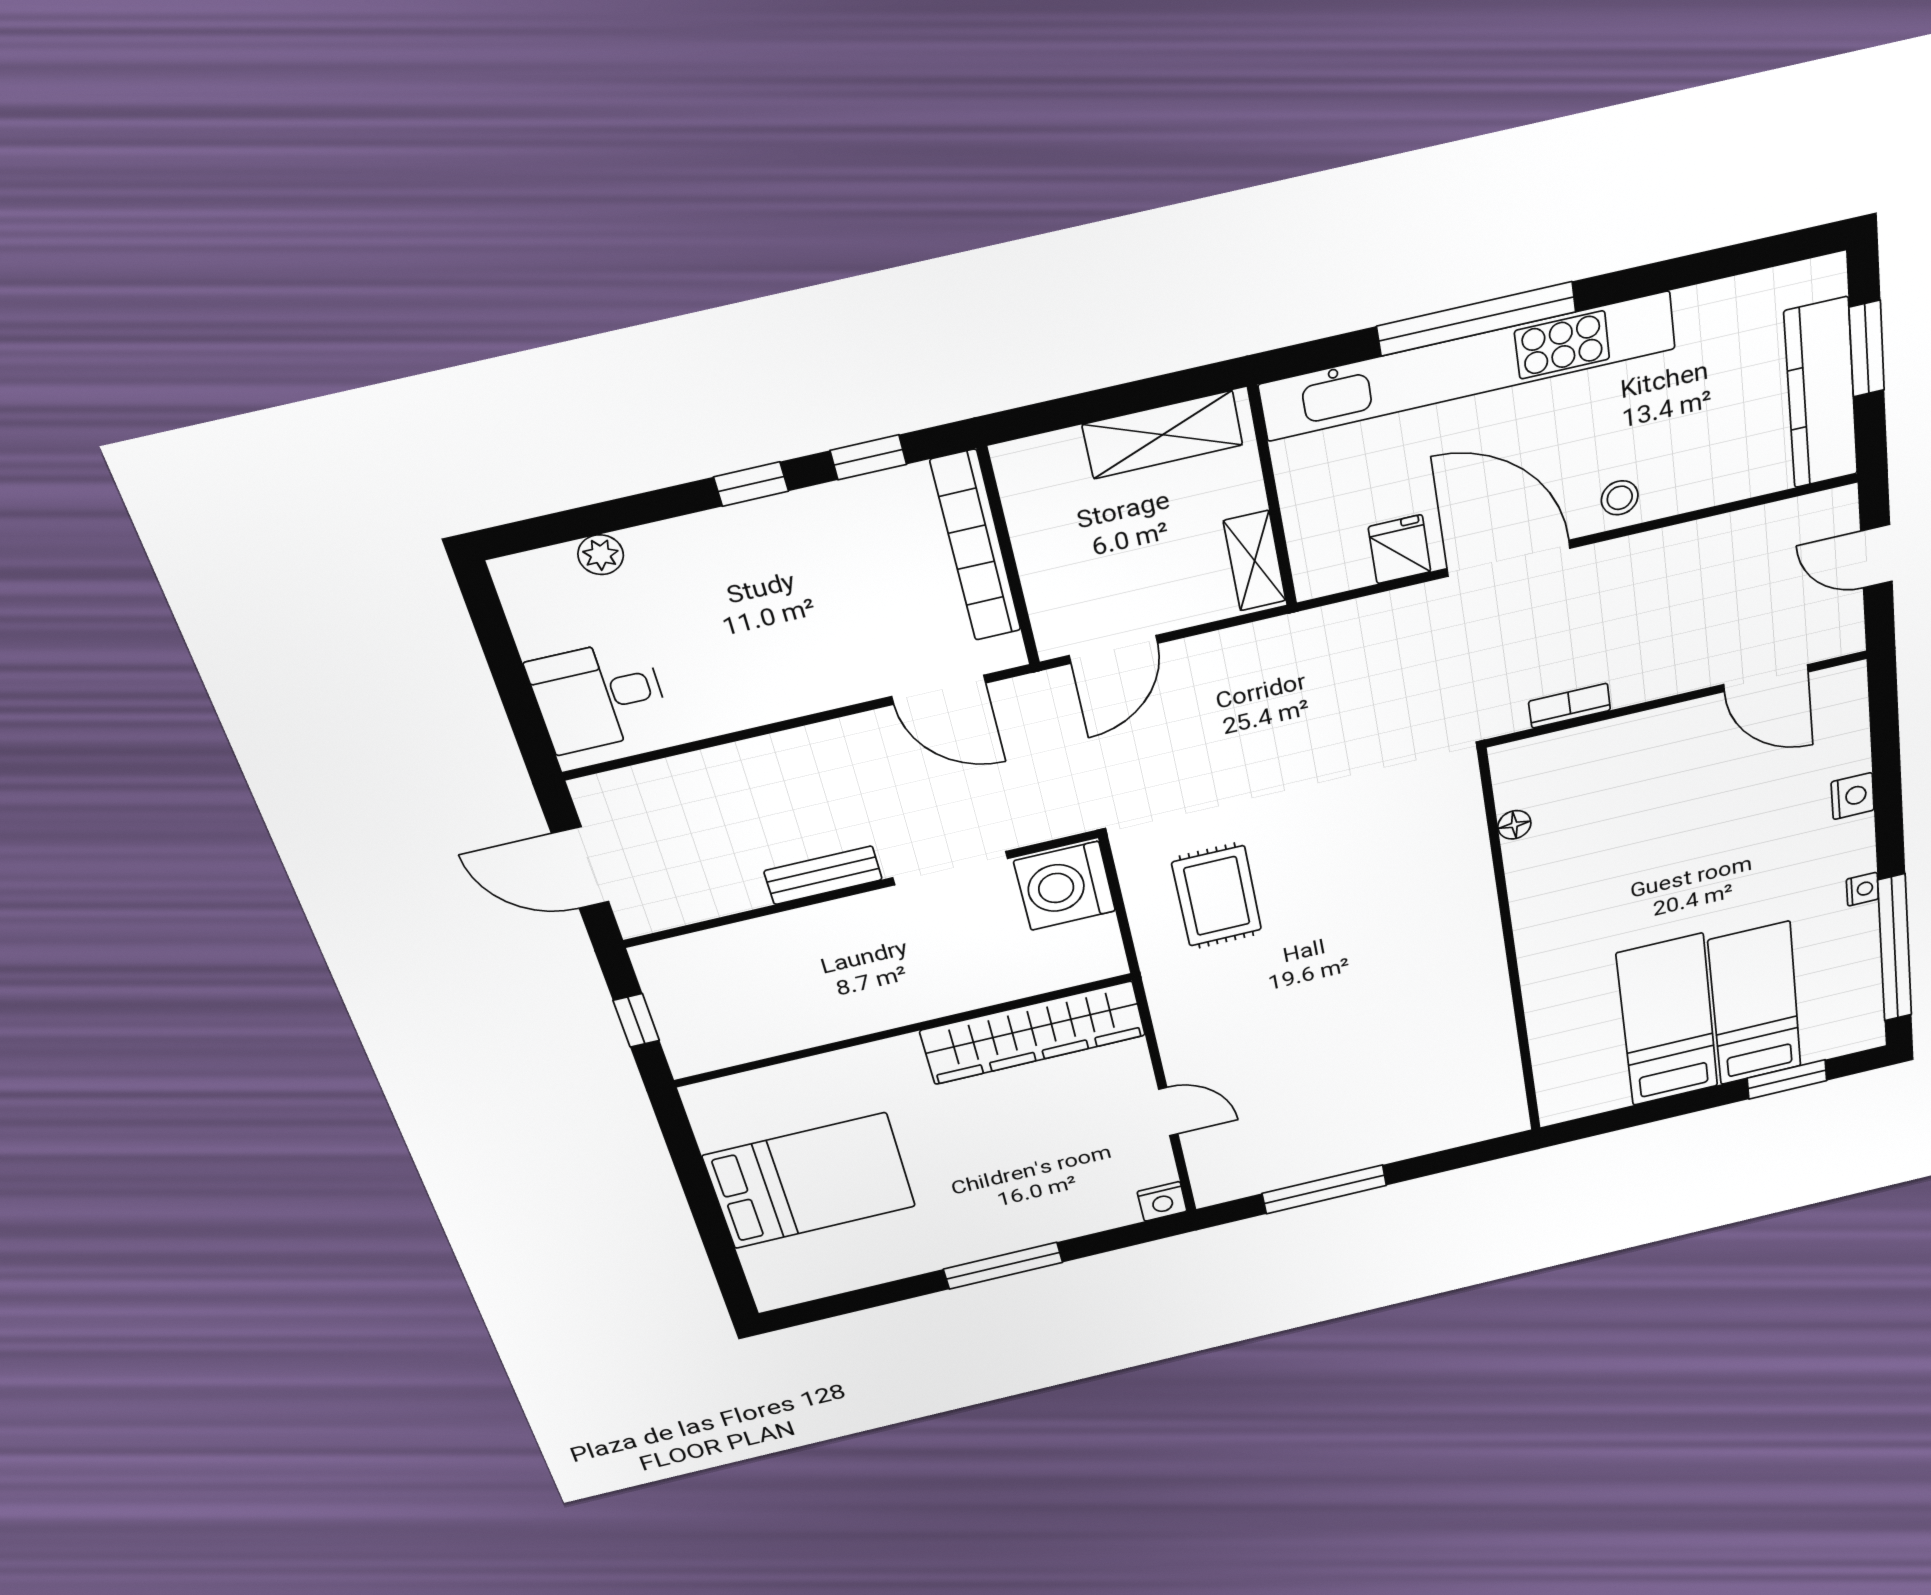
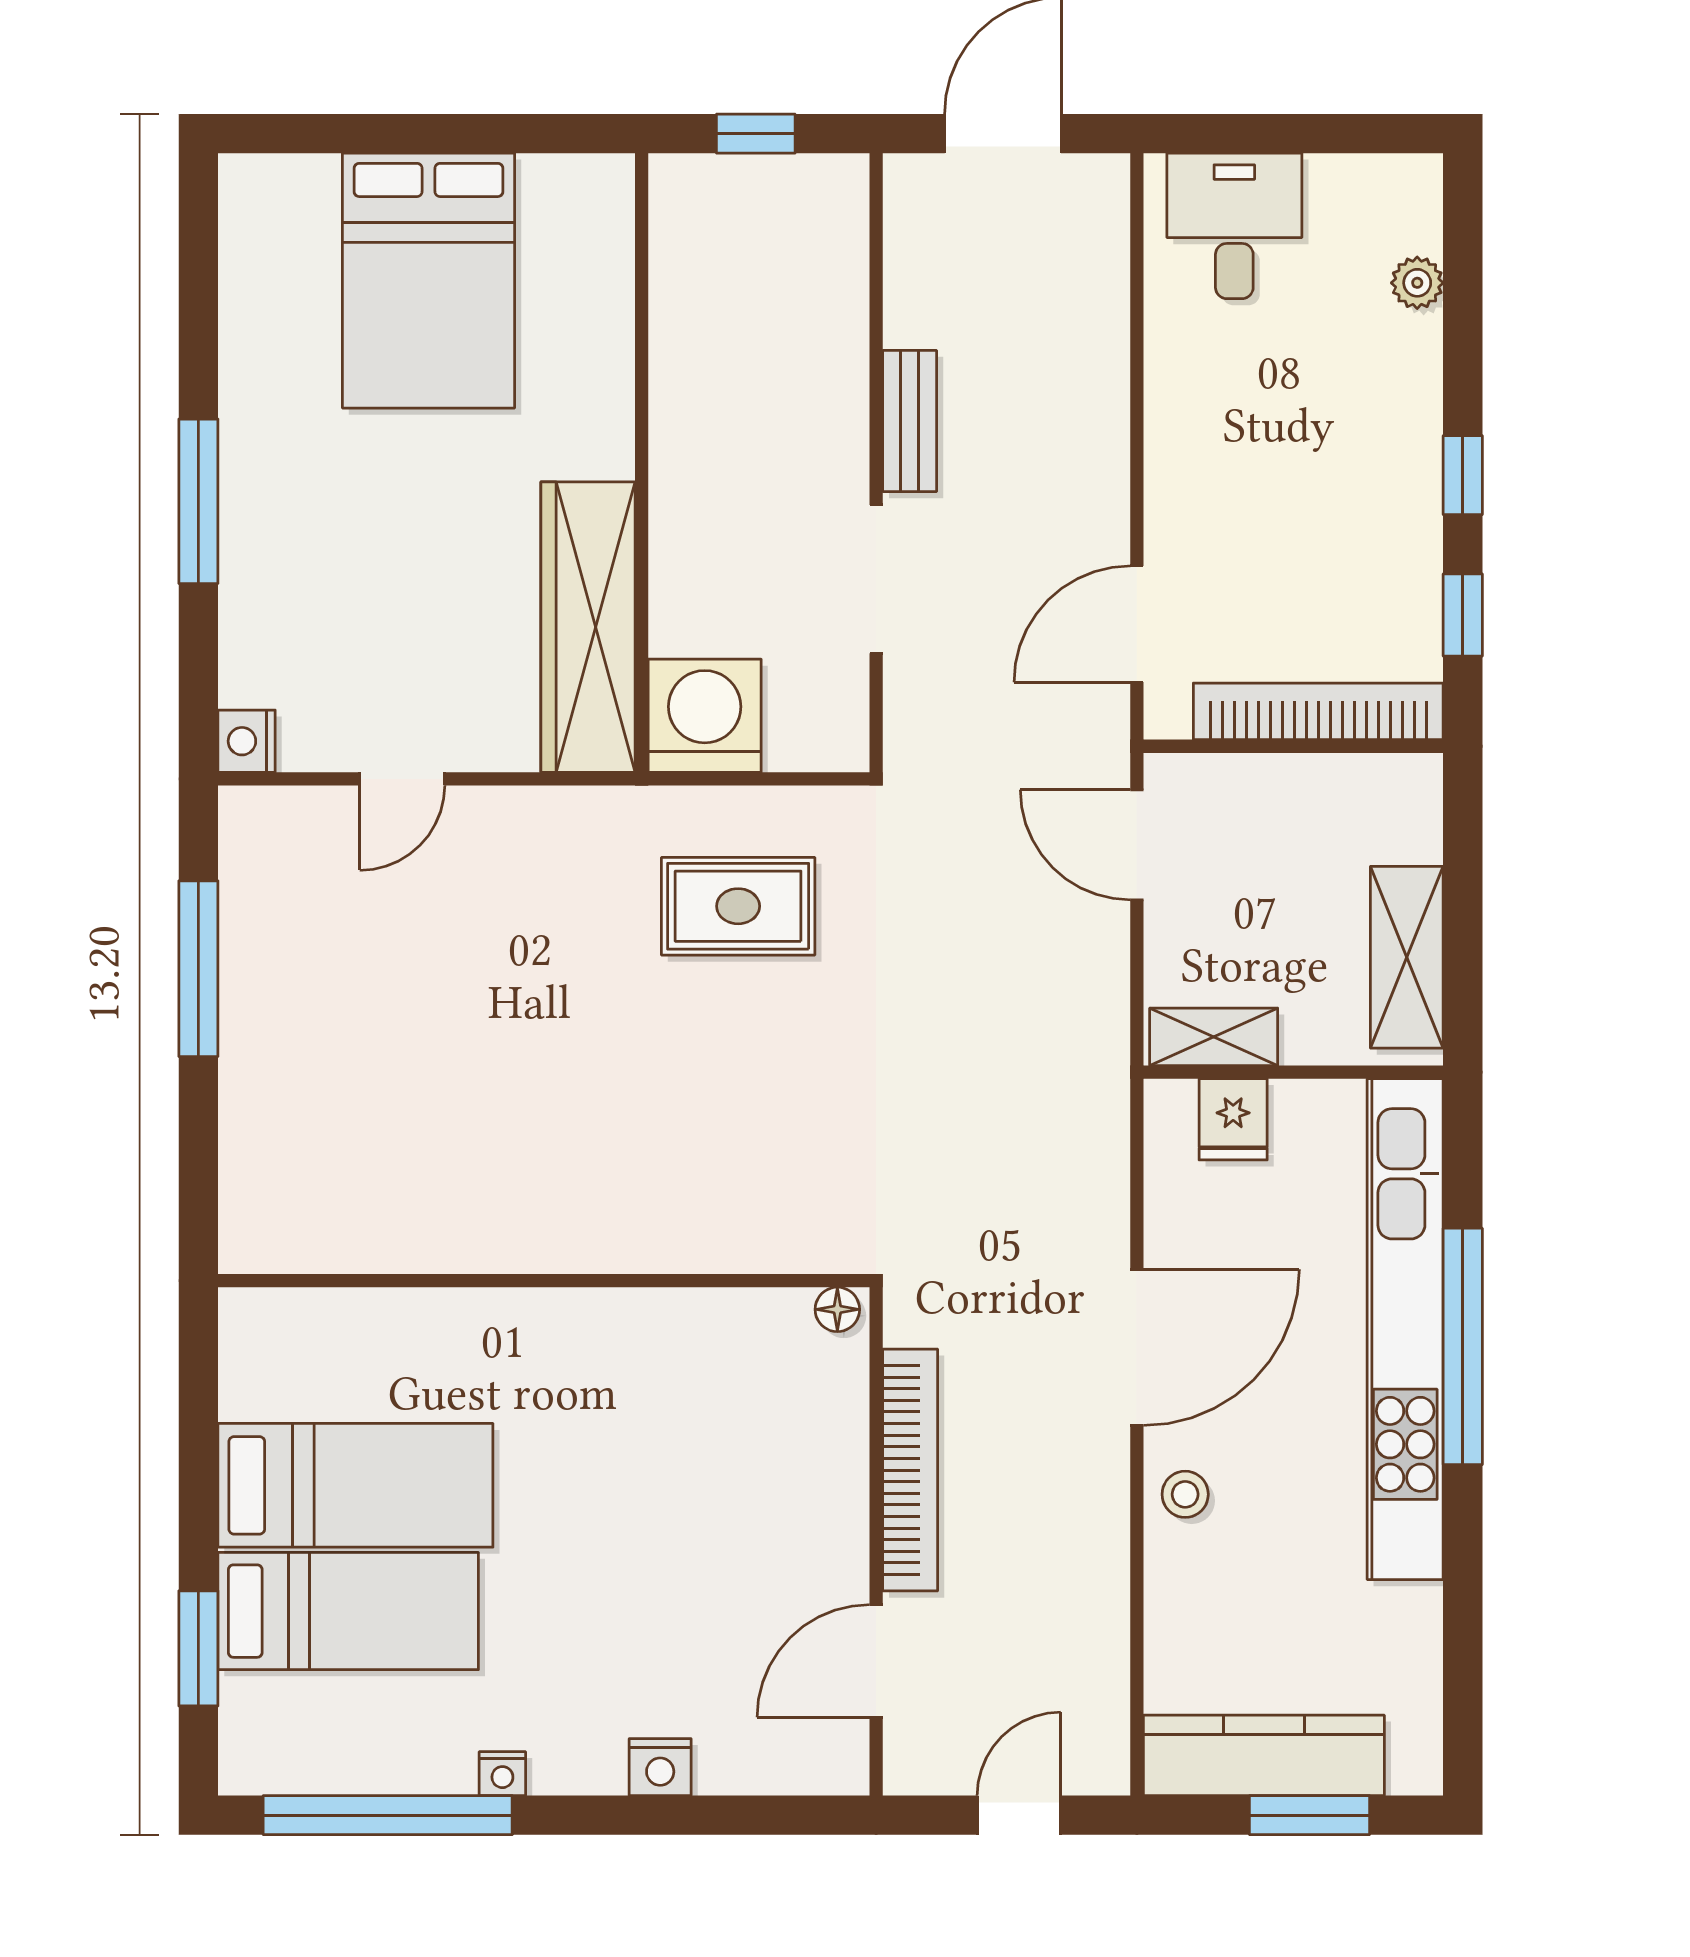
fridge: (1400, 549) -> (1233, 1119), moved, turned 90
bookcase: (1570, 706) -> (910, 1470), width x2.31, depth x1.31
floor lamp: (1514, 825) -> (837, 1309), moved
washing machine: (1065, 886) -> (705, 716), moved

